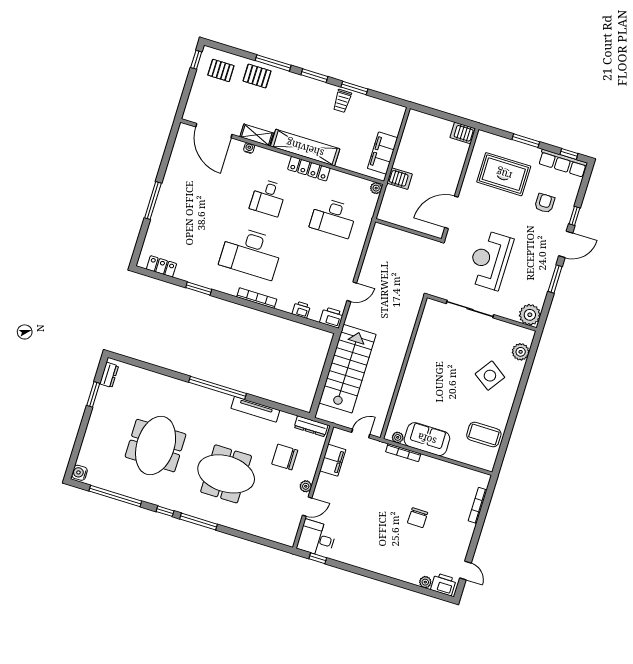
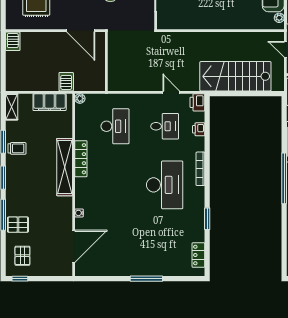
pallet: (257, 76) -> (18, 225), turned 90
shelving: (257, 135) -> (12, 107), moved
desk: (268, 198) -> (165, 126), moved

